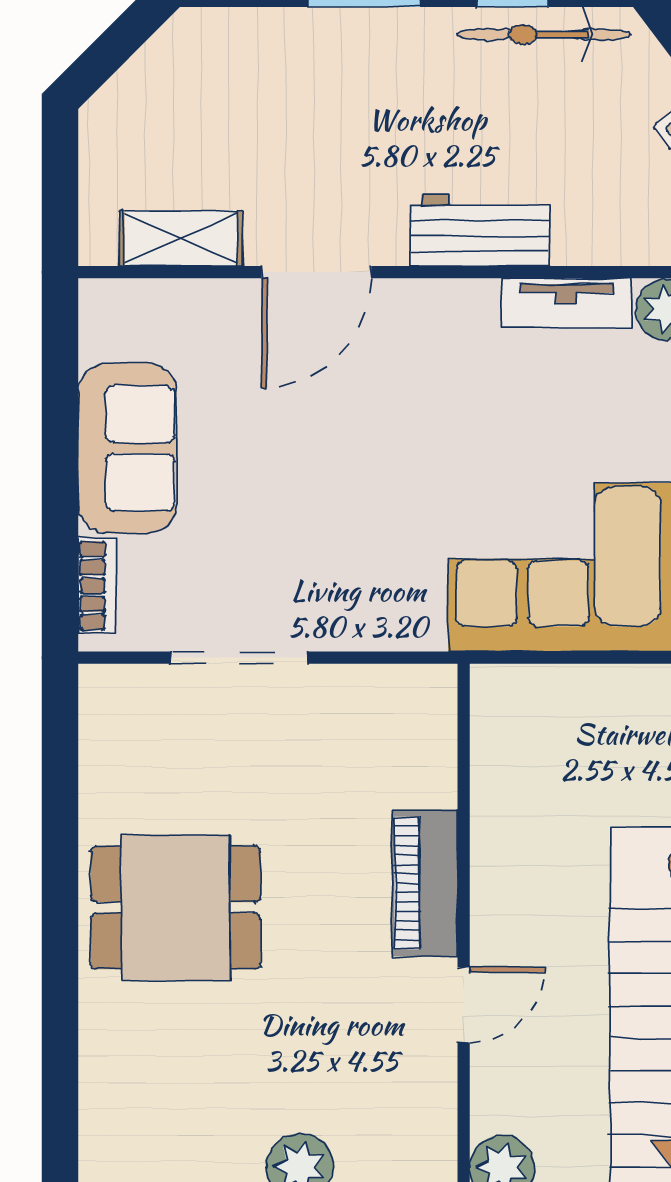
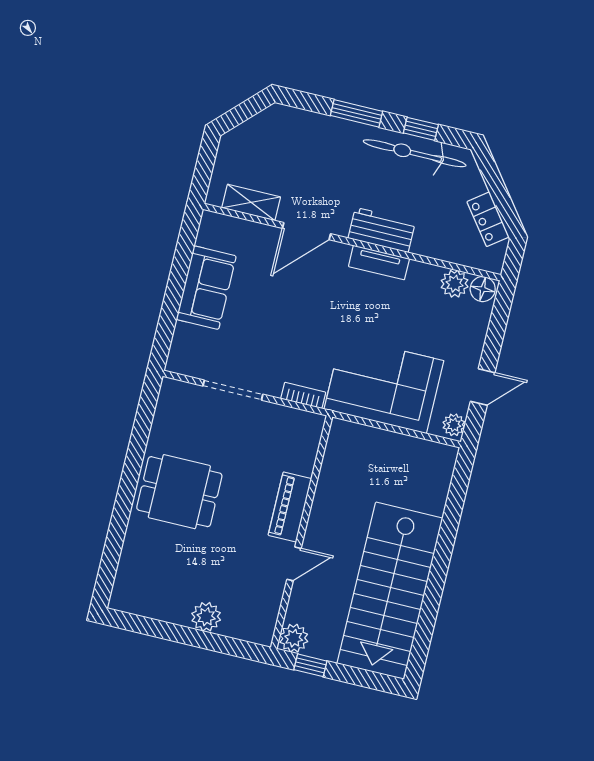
bicycle: (543, 34) -> (415, 153), width x1.37, depth x1.40
tv unit: (567, 303) -> (379, 263), moved
bookcase: (97, 586) -> (303, 395), moved, turned -90

